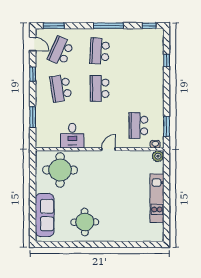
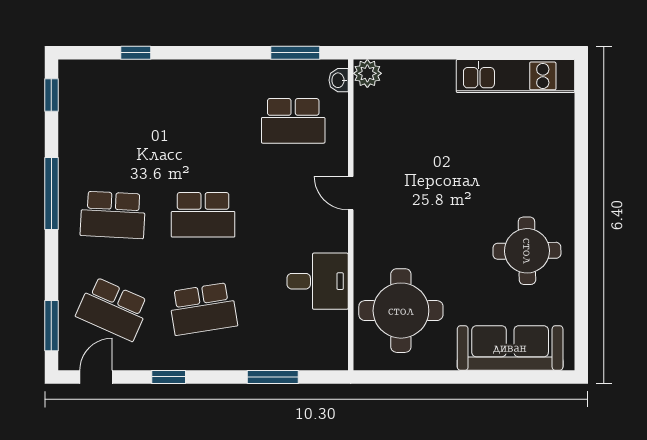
kitchen unit: (157, 198) -> (516, 76), moved

